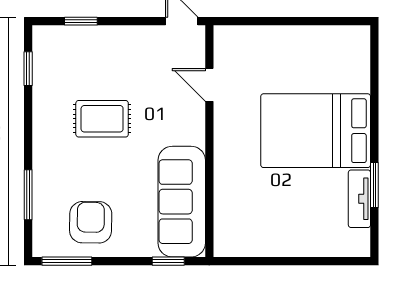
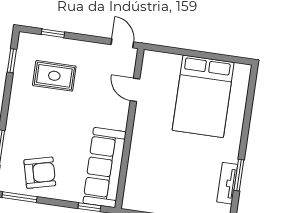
rug: (102, 119) -> (54, 76), moved
bed: (316, 131) -> (203, 96), moved, turned -90
armchair: (91, 222) -> (40, 173), turned 75

